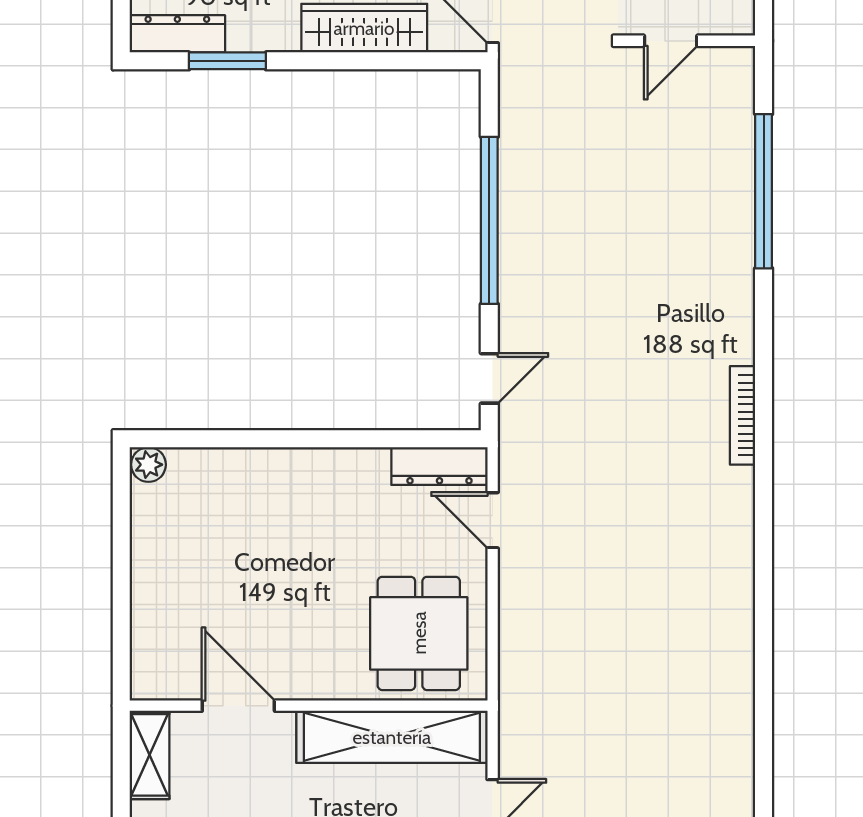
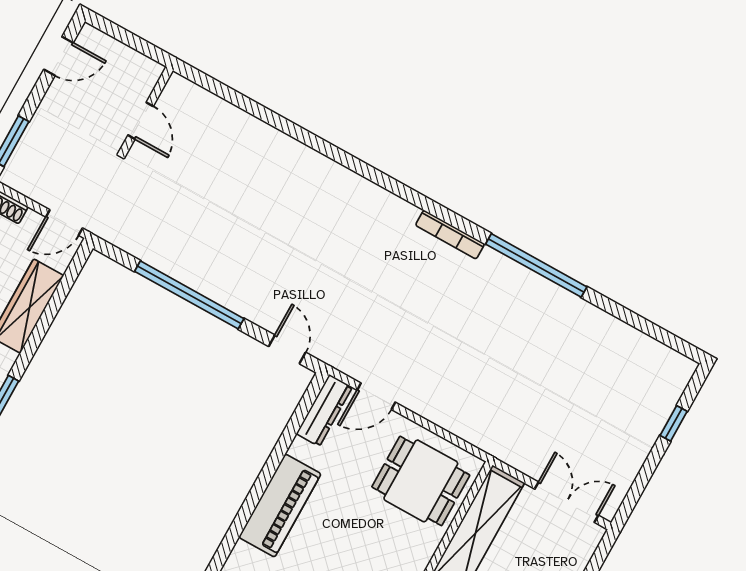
window: (764, 191) -> (536, 265), moved
bookcase: (743, 415) -> (450, 235), moved
piano: (292, 477) -> (280, 506), added

